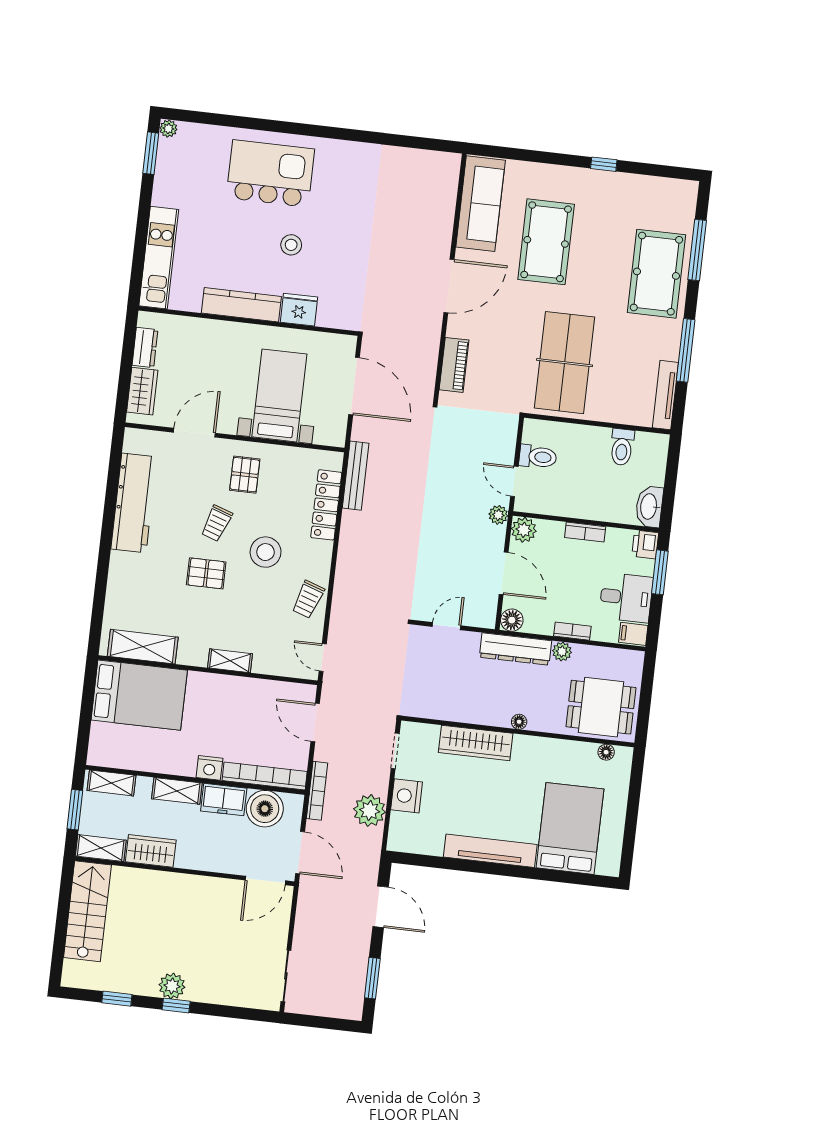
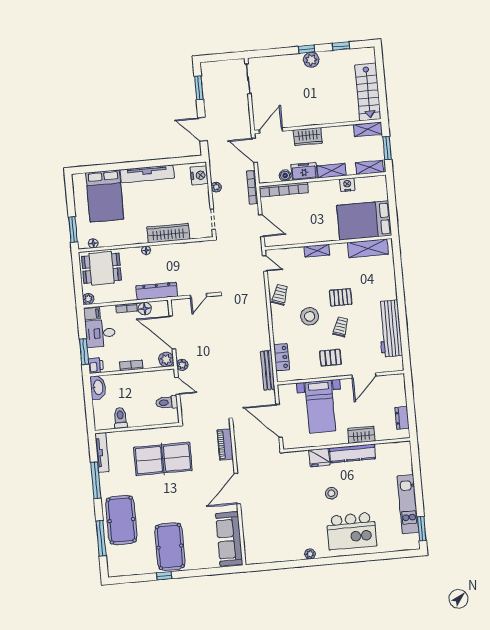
plant: (168, 129) -> (310, 554), moved
pool table: (546, 242) -> (170, 547), moved
kitchen unit: (159, 258) -> (408, 504), moved
table tennis table: (564, 363) -> (163, 459), turned 90
wardrobe: (142, 391) -> (361, 435), moved, turned 90
pallet: (245, 475) -> (331, 358), turned 90
locker: (326, 505) -> (281, 357), width x0.66
door: (504, 573) -> (172, 332), width x1.36
floor lamp: (512, 620) -> (145, 309), moved
plant: (562, 652) -> (88, 299), moved
nightstand: (209, 768) -> (347, 185), moved
window: (636, 783) -> (73, 229), added
nightstand: (407, 796) -> (199, 175), moved
boiler: (265, 809) -> (285, 176), width x0.54, depth x0.54
plant: (370, 811) -> (216, 187), width x0.53, depth x0.53
wardrobe: (151, 851) -> (308, 137), moved

